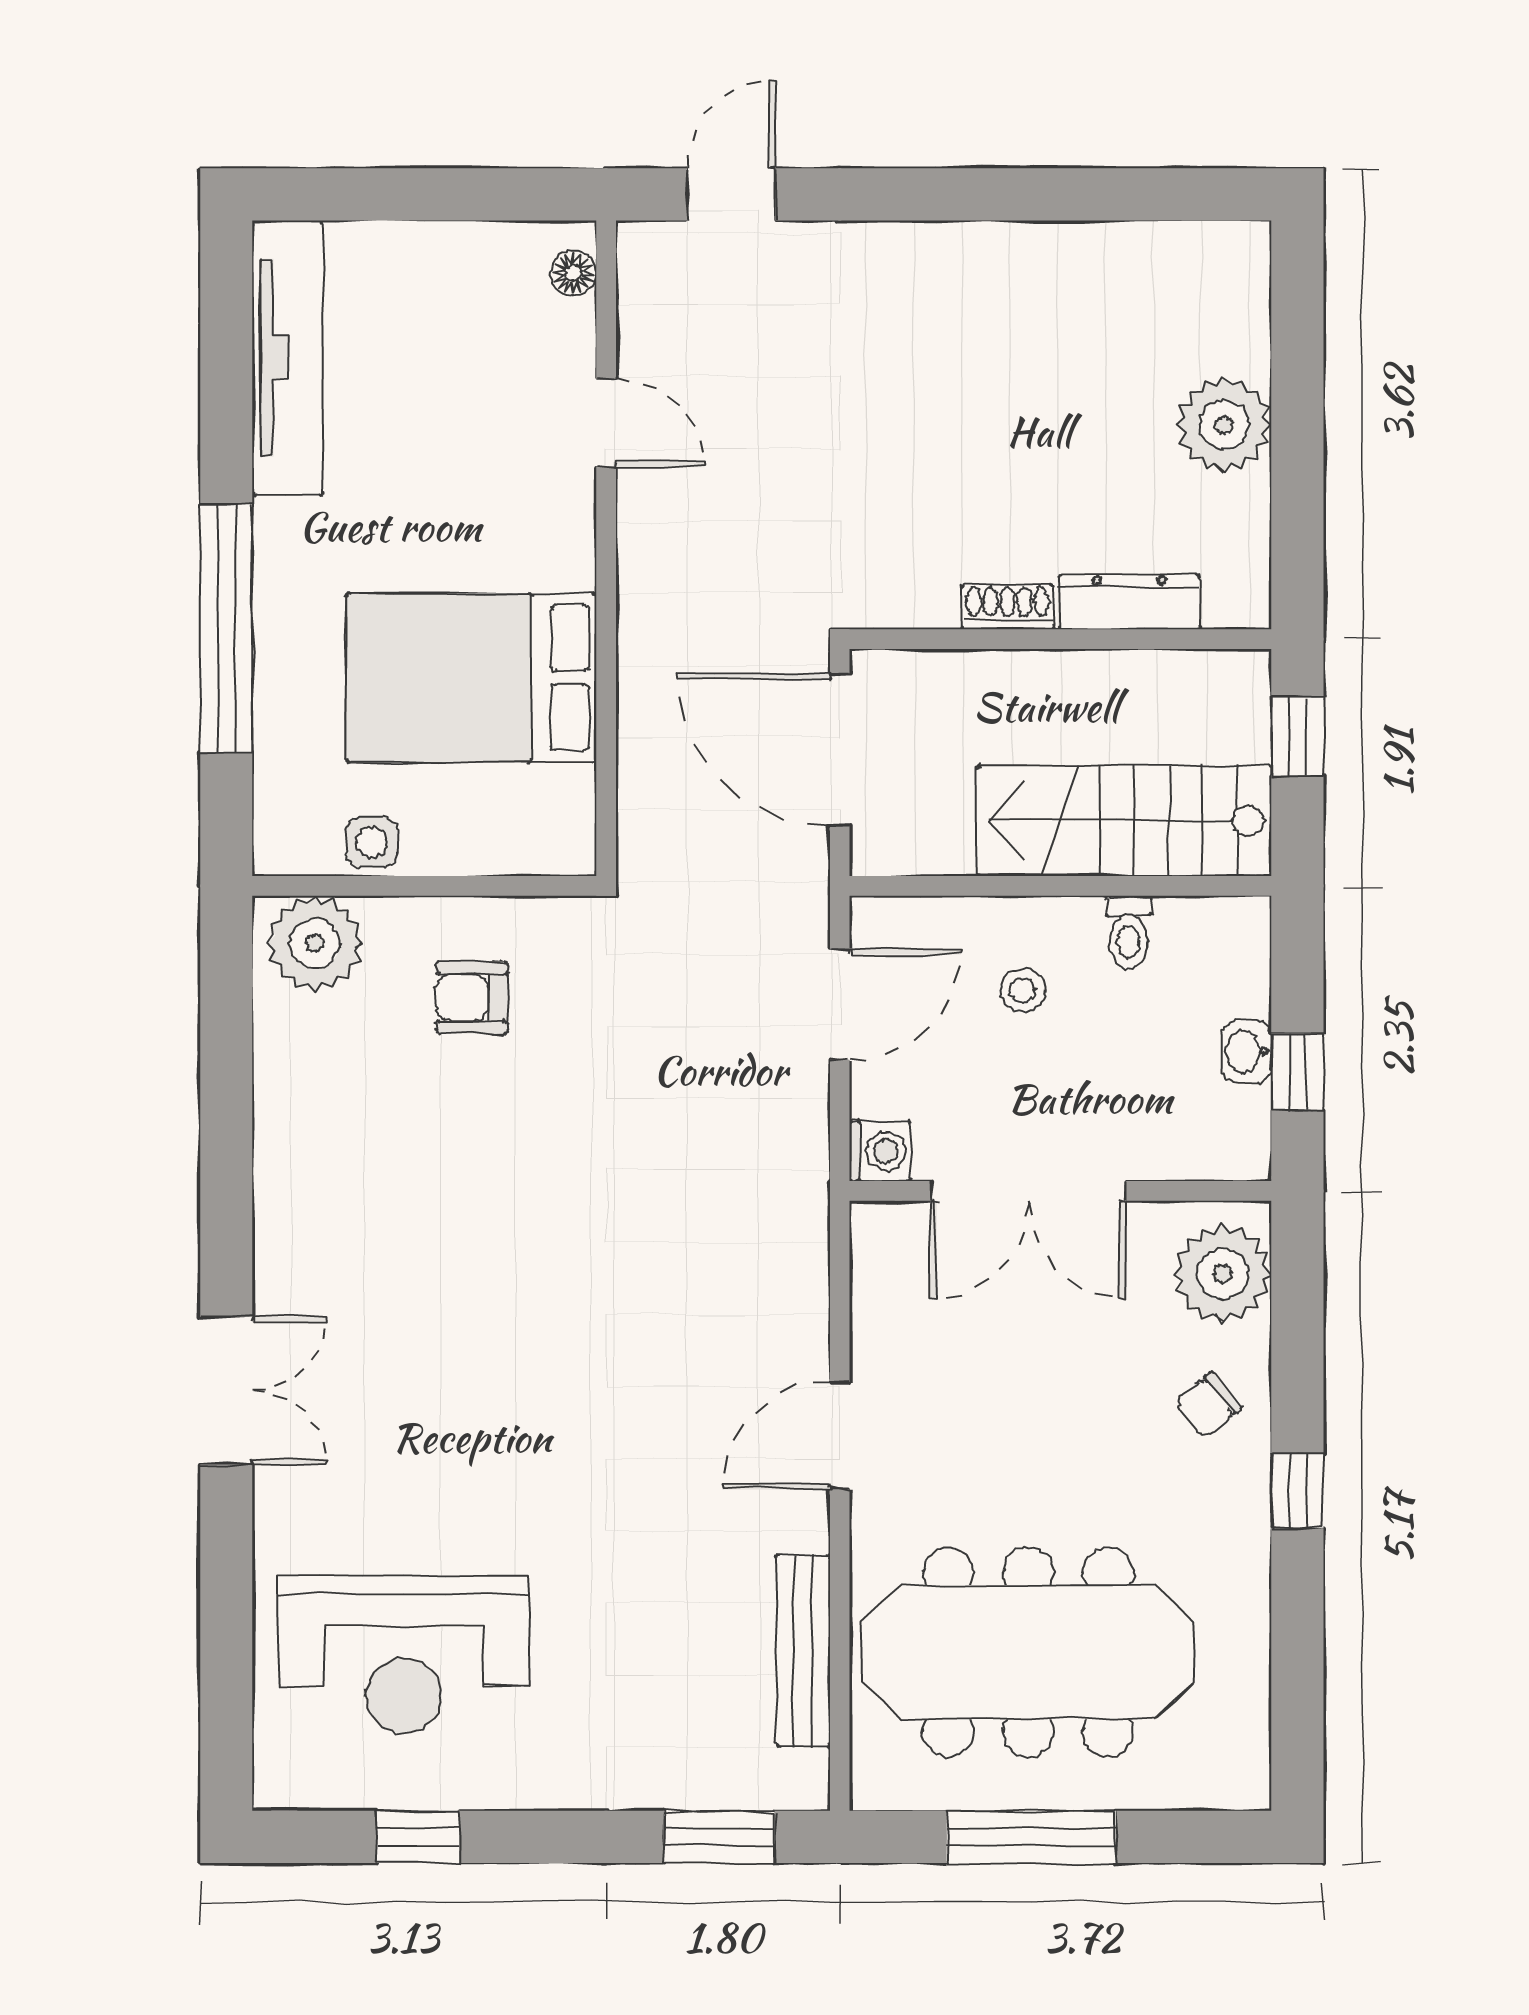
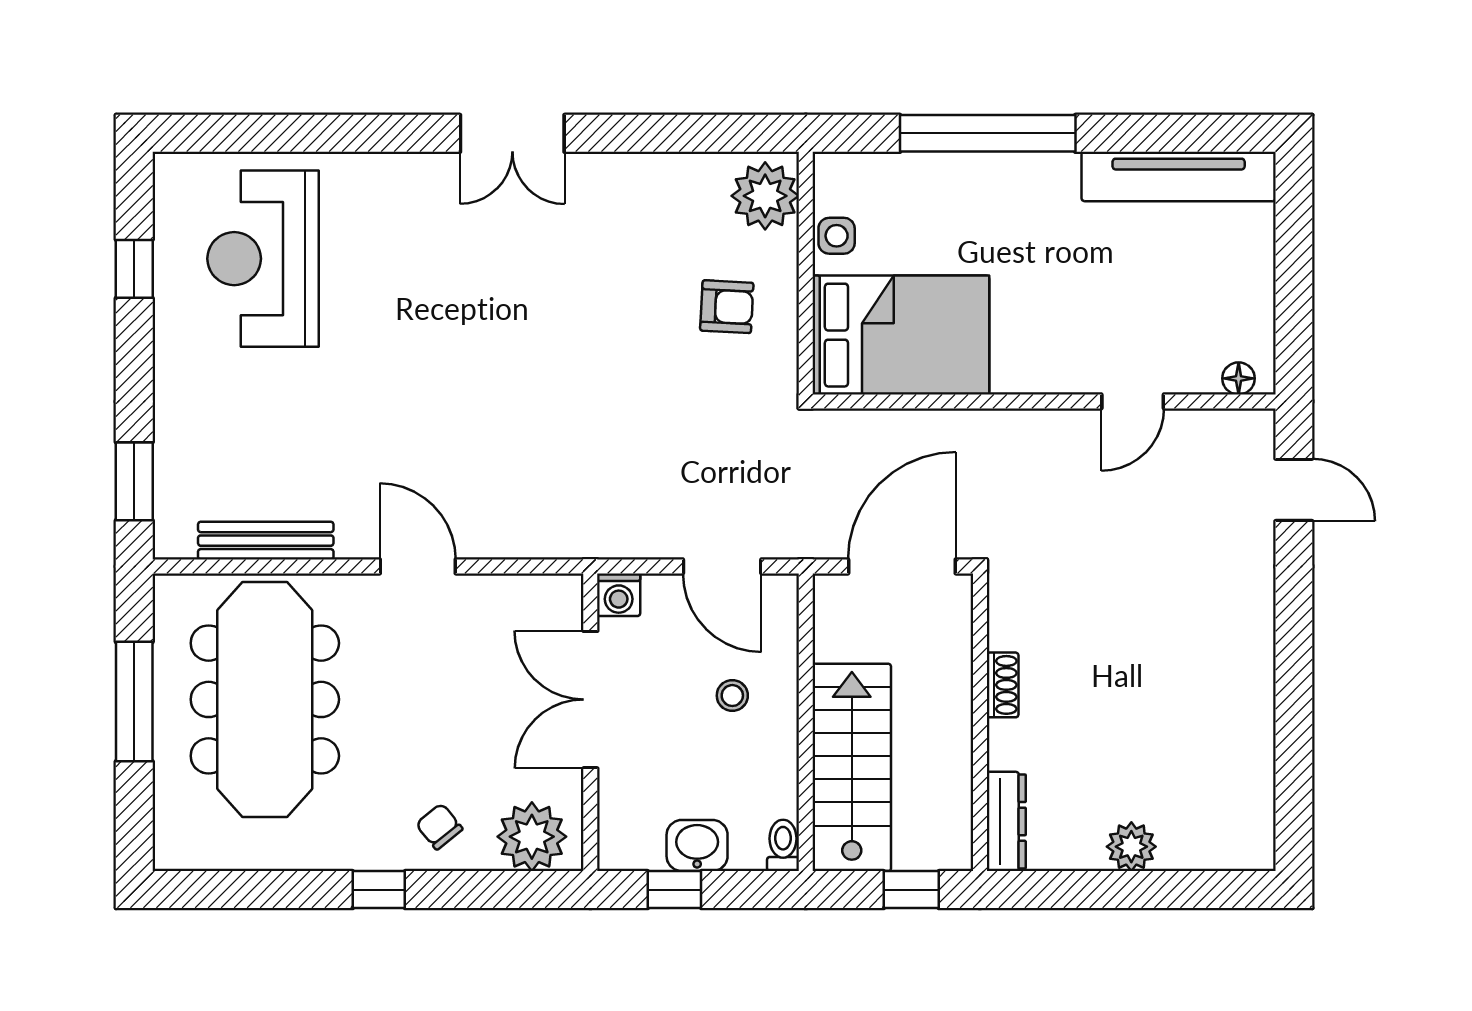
plant: (1224, 425) -> (1131, 847), width x0.73, depth x0.73
dresser: (1129, 602) -> (1006, 821), moved
bed: (471, 678) -> (901, 335), moved, turned 90
toilet: (1129, 932) -> (783, 845), moved, turned 90
armchair: (472, 998) -> (727, 307), turned 93
washbasin: (1246, 1052) -> (697, 846), width x1.38, depth x1.45
double door: (226, 1391) -> (512, 133), moved

